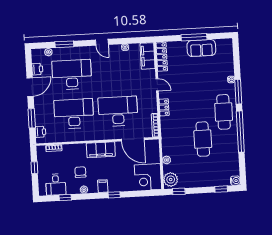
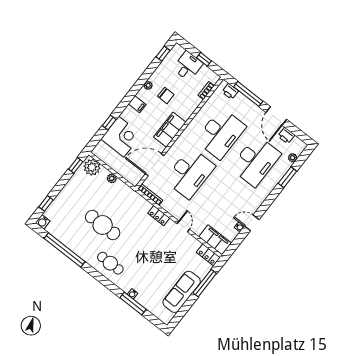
window: (194, 37) -> (205, 283), moved
door: (102, 42) -> (252, 223), moved
sofa: (201, 48) -> (182, 292), width x1.36
locker: (162, 57) -> (208, 255), width x0.66
door: (157, 85) -> (183, 226), swing flipped
window: (238, 92) -> (133, 303), moved
cafe table: (224, 112) -> (110, 263), width x0.73, depth x0.74
window: (32, 118) -> (248, 94), width x1.44
window: (240, 132) -> (65, 250), moved
corner desk: (148, 177) -> (121, 137), moved, turned 90
desk: (56, 185) -> (188, 66), moved, turned 90
window: (114, 195) -> (109, 122), moved
window: (65, 198) -> (163, 54), moved

